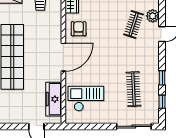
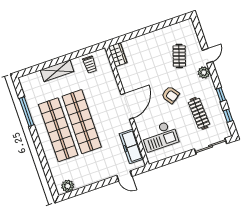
plant: (153, 16) -> (204, 72), moved
armchair: (79, 29) -> (170, 95), moved, turned 145
checkout: (86, 99) -> (160, 136), turned 180

